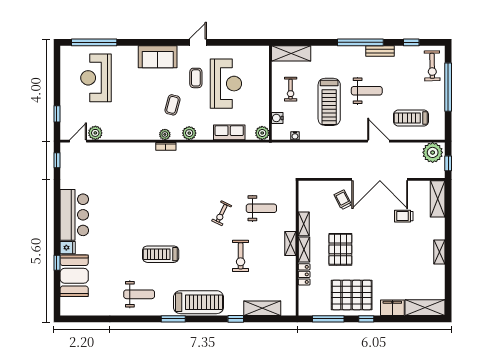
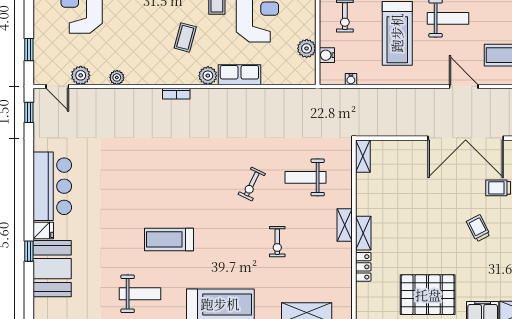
row of seats: (229, 132) -> (239, 75), moved
plant: (262, 133) -> (307, 48), moved
plant: (165, 134) -> (117, 77), moved
door: (78, 141) -> (57, 86), swing flipped
trolley: (343, 200) -> (478, 228), moved
weight bench: (261, 208) -> (305, 177), turned 180
shelving: (304, 224) -> (363, 156), moved
pallet: (340, 249) -> (412, 233), removed
exercise bike: (241, 256) -> (277, 242), width x0.73, depth x0.72

